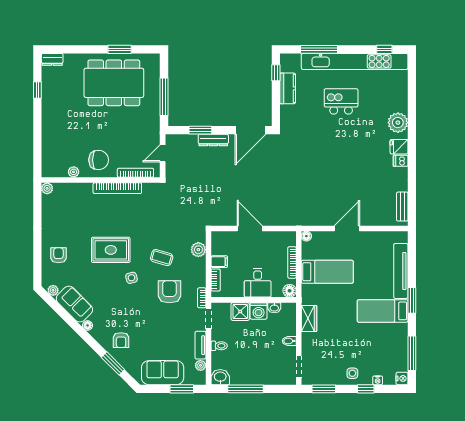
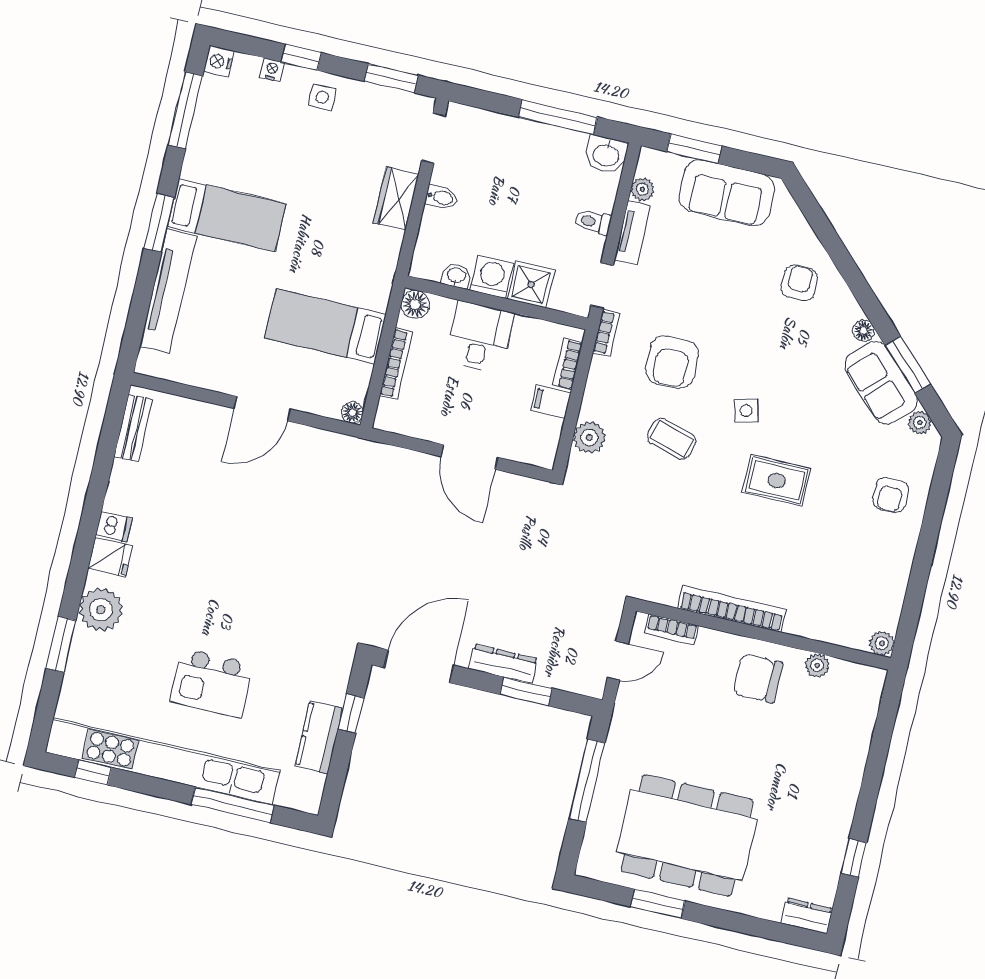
window: (276, 73) -> (351, 713), moved
window: (412, 103) -> (61, 644), added
bookcase: (135, 173) -> (672, 630), width x0.64
rug: (111, 250) -> (777, 480), width x0.73, depth x0.70
wardrobe: (309, 318) -> (396, 199), moved
window: (113, 363) -> (908, 365), moved

